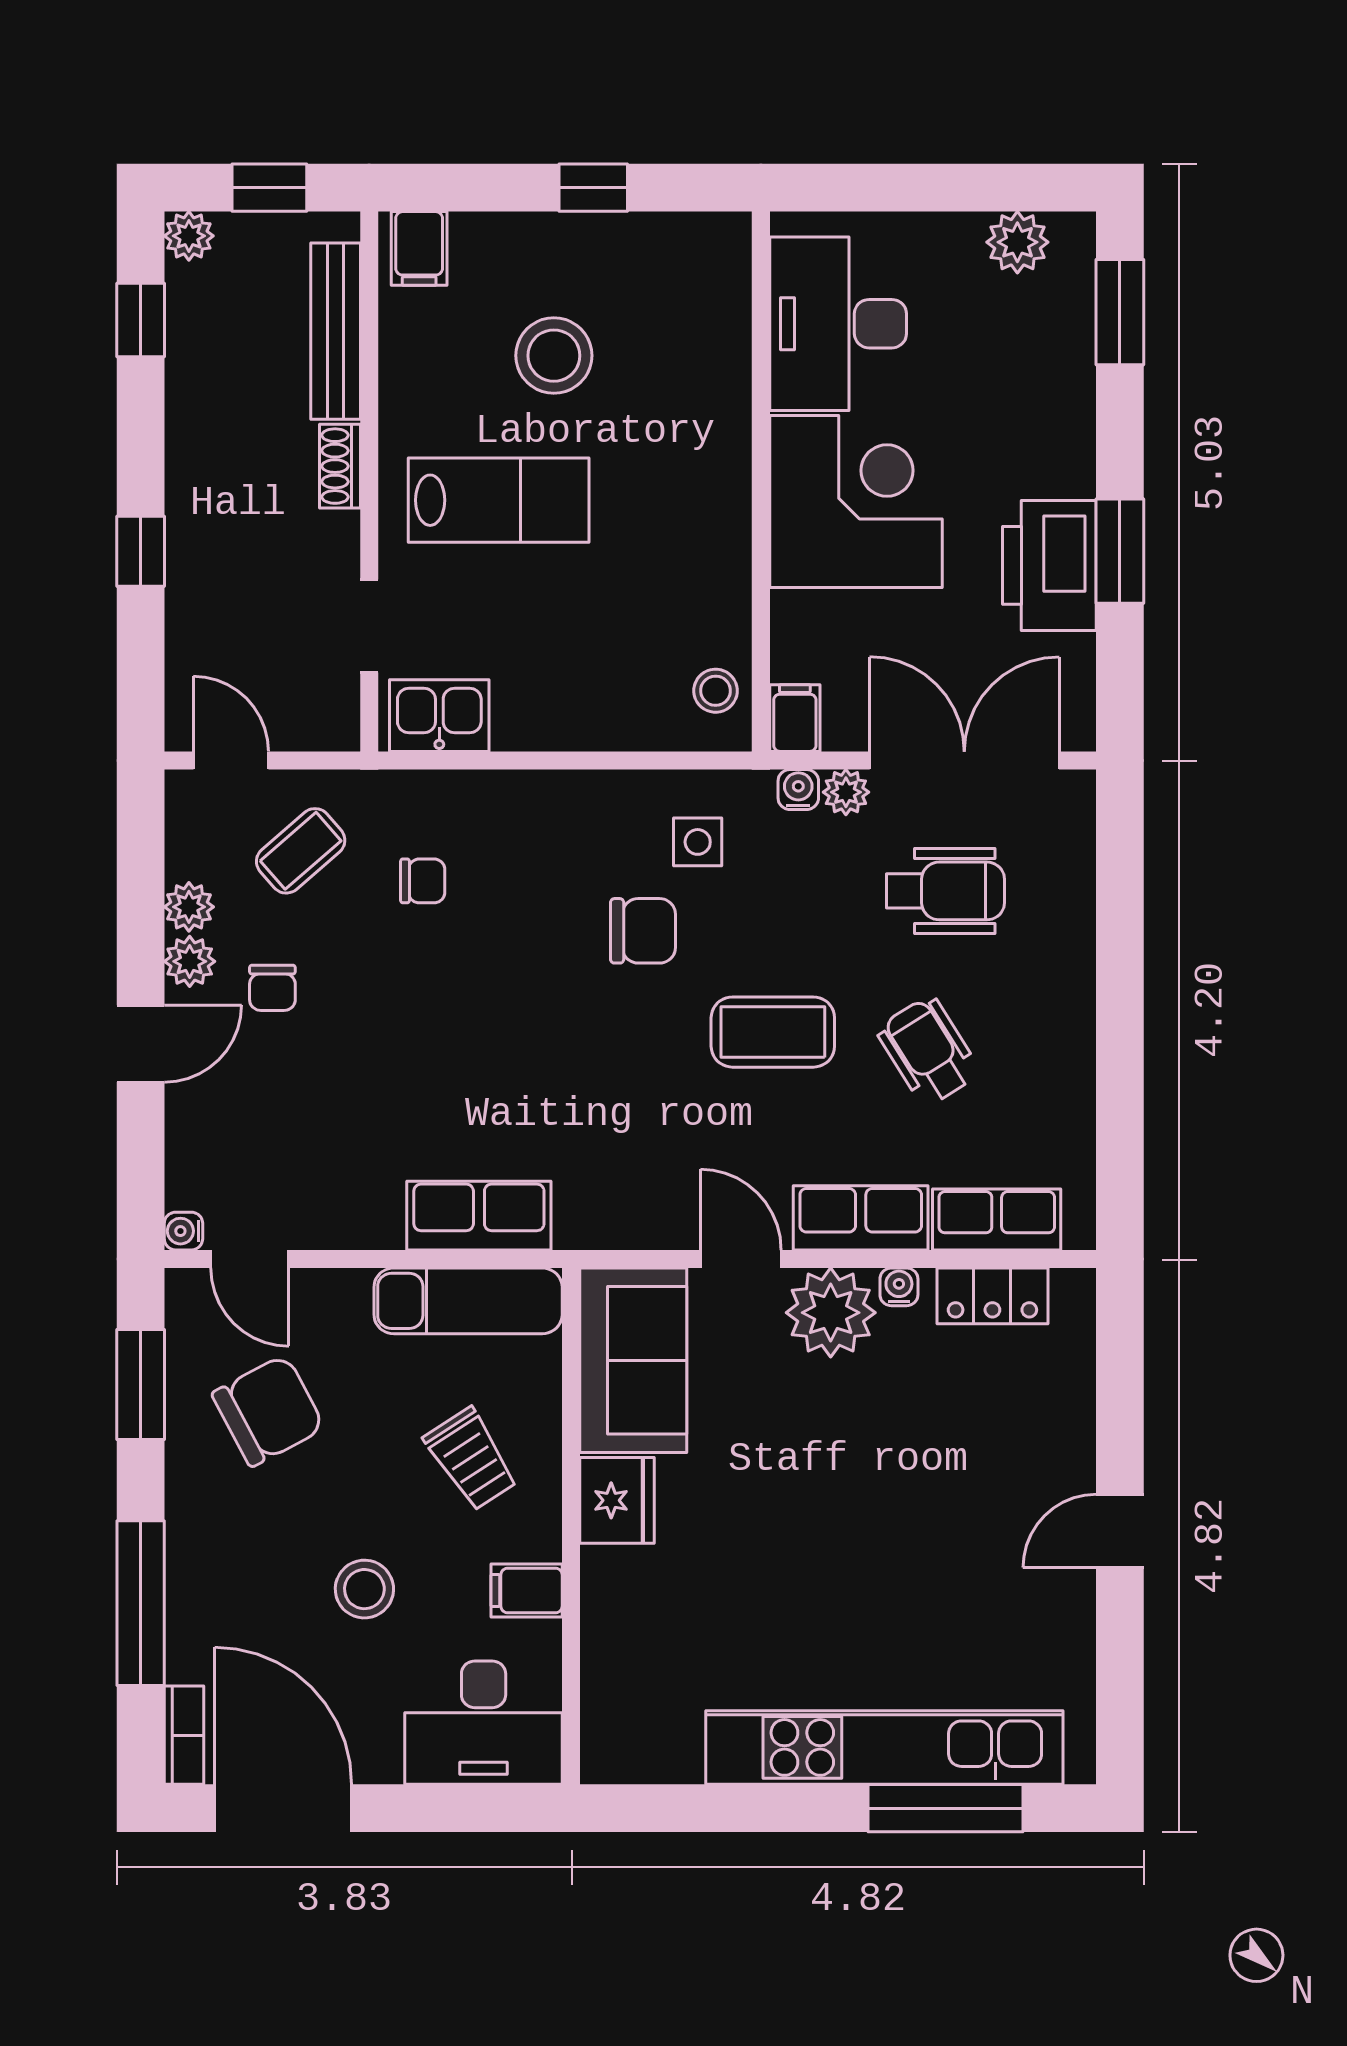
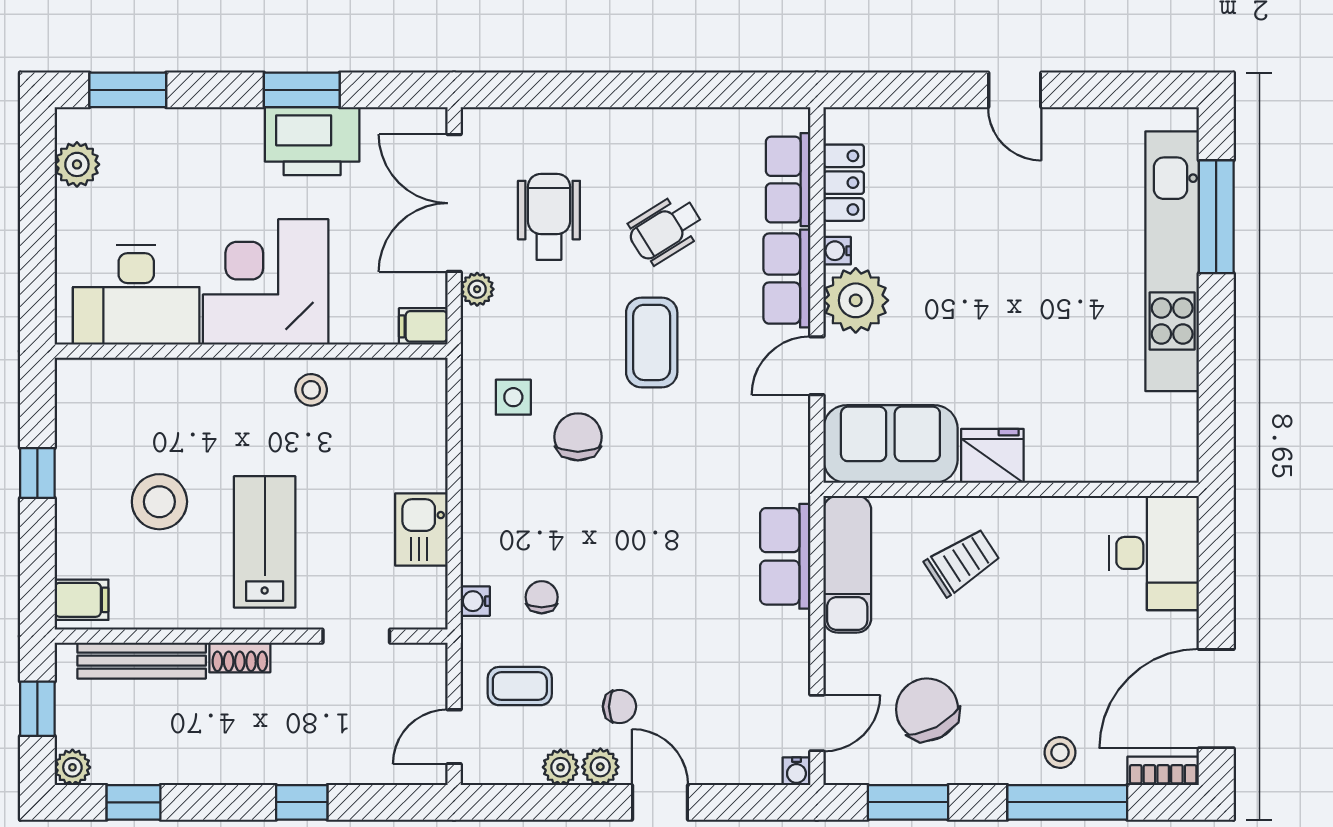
stool: (716, 691) -> (311, 390), moved
kitchen sink: (439, 716) -> (421, 530), moved
water cooler: (798, 790) -> (475, 601), moved
coffee table: (301, 851) -> (520, 686), turned -49
stool: (364, 1589) -> (1060, 752), moved, width x0.73, depth x0.73
filing cabinet: (527, 1590) -> (1058, 522), removed

